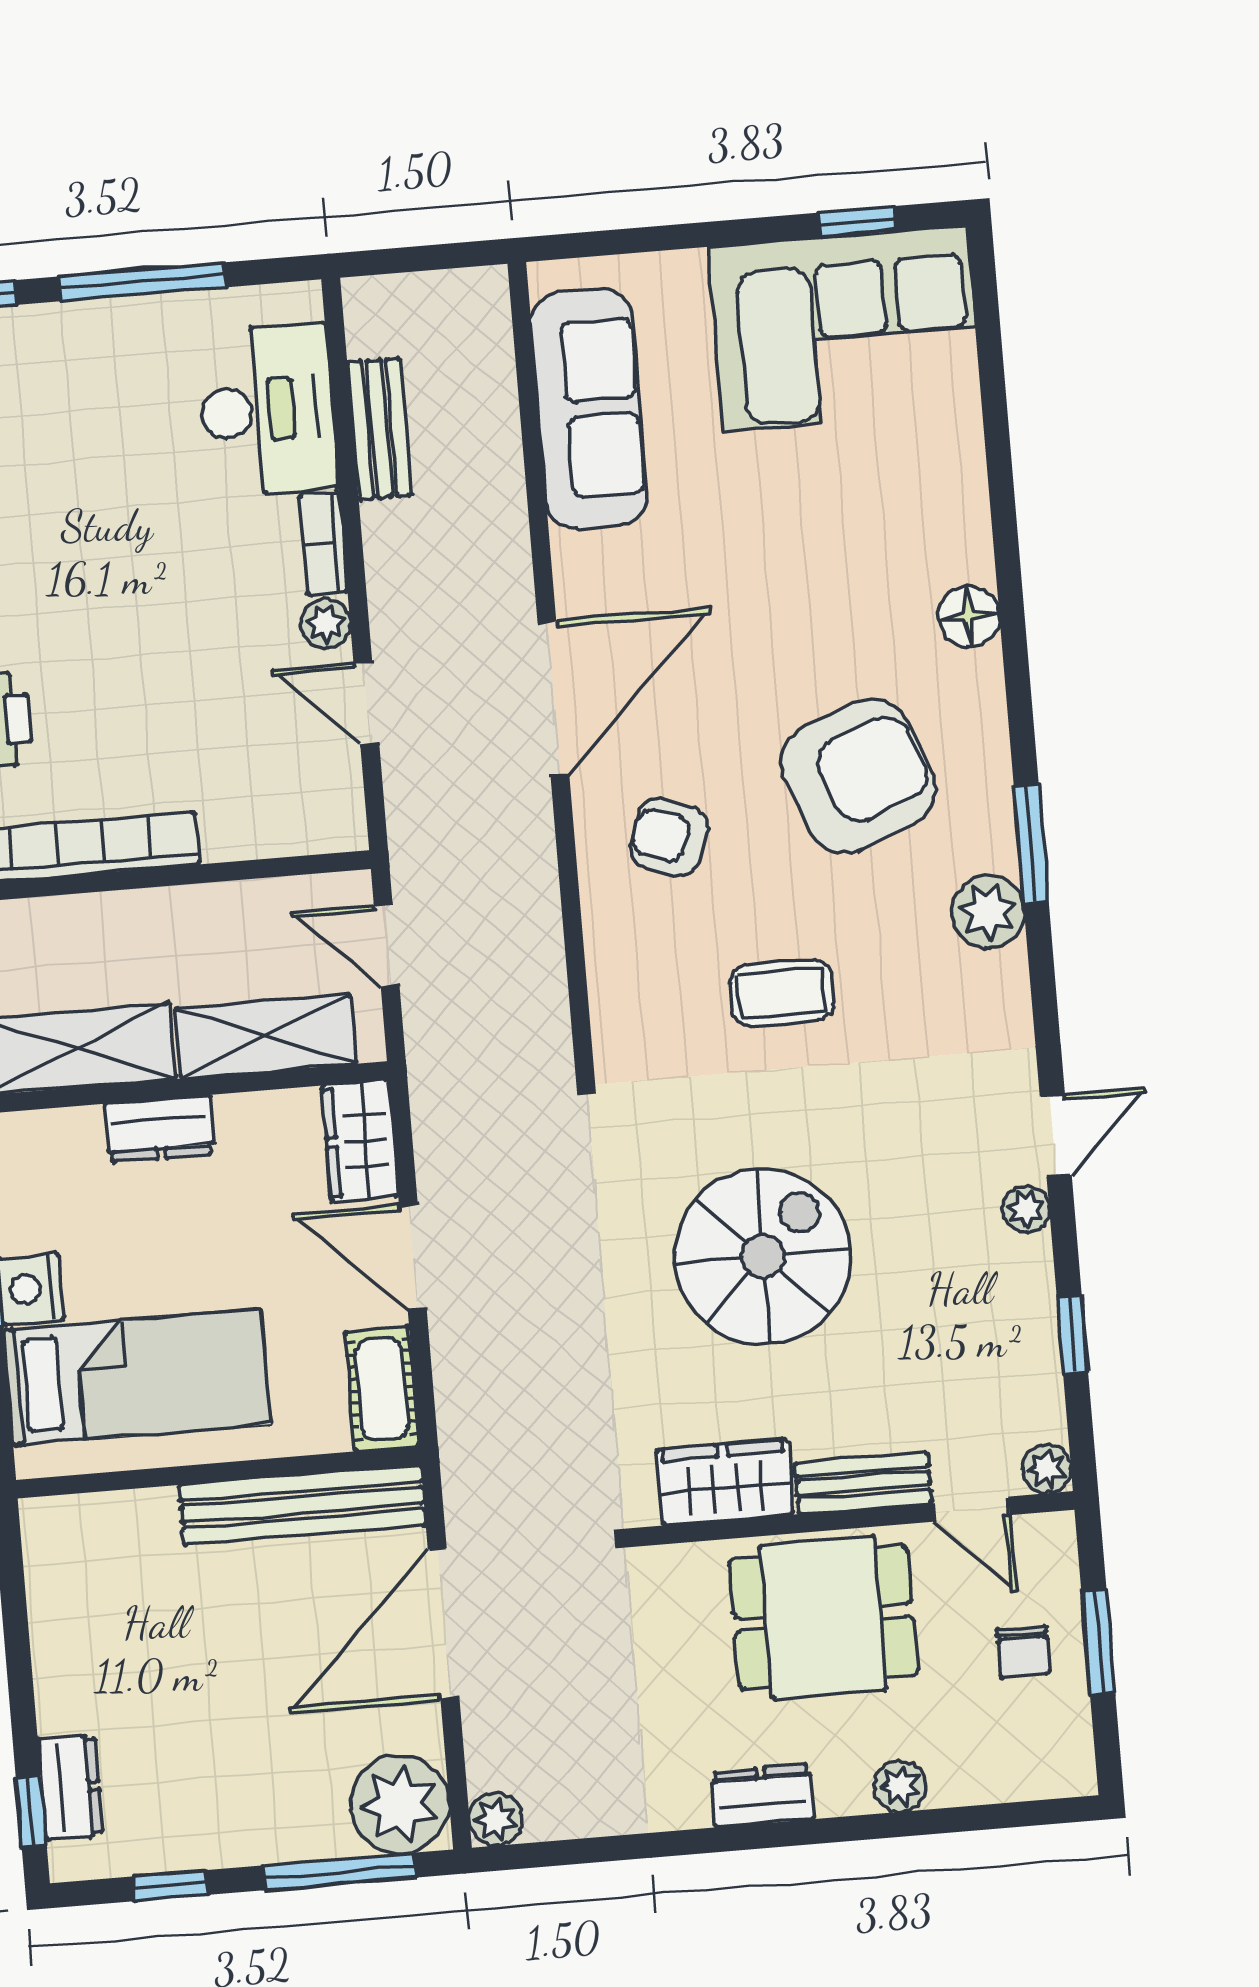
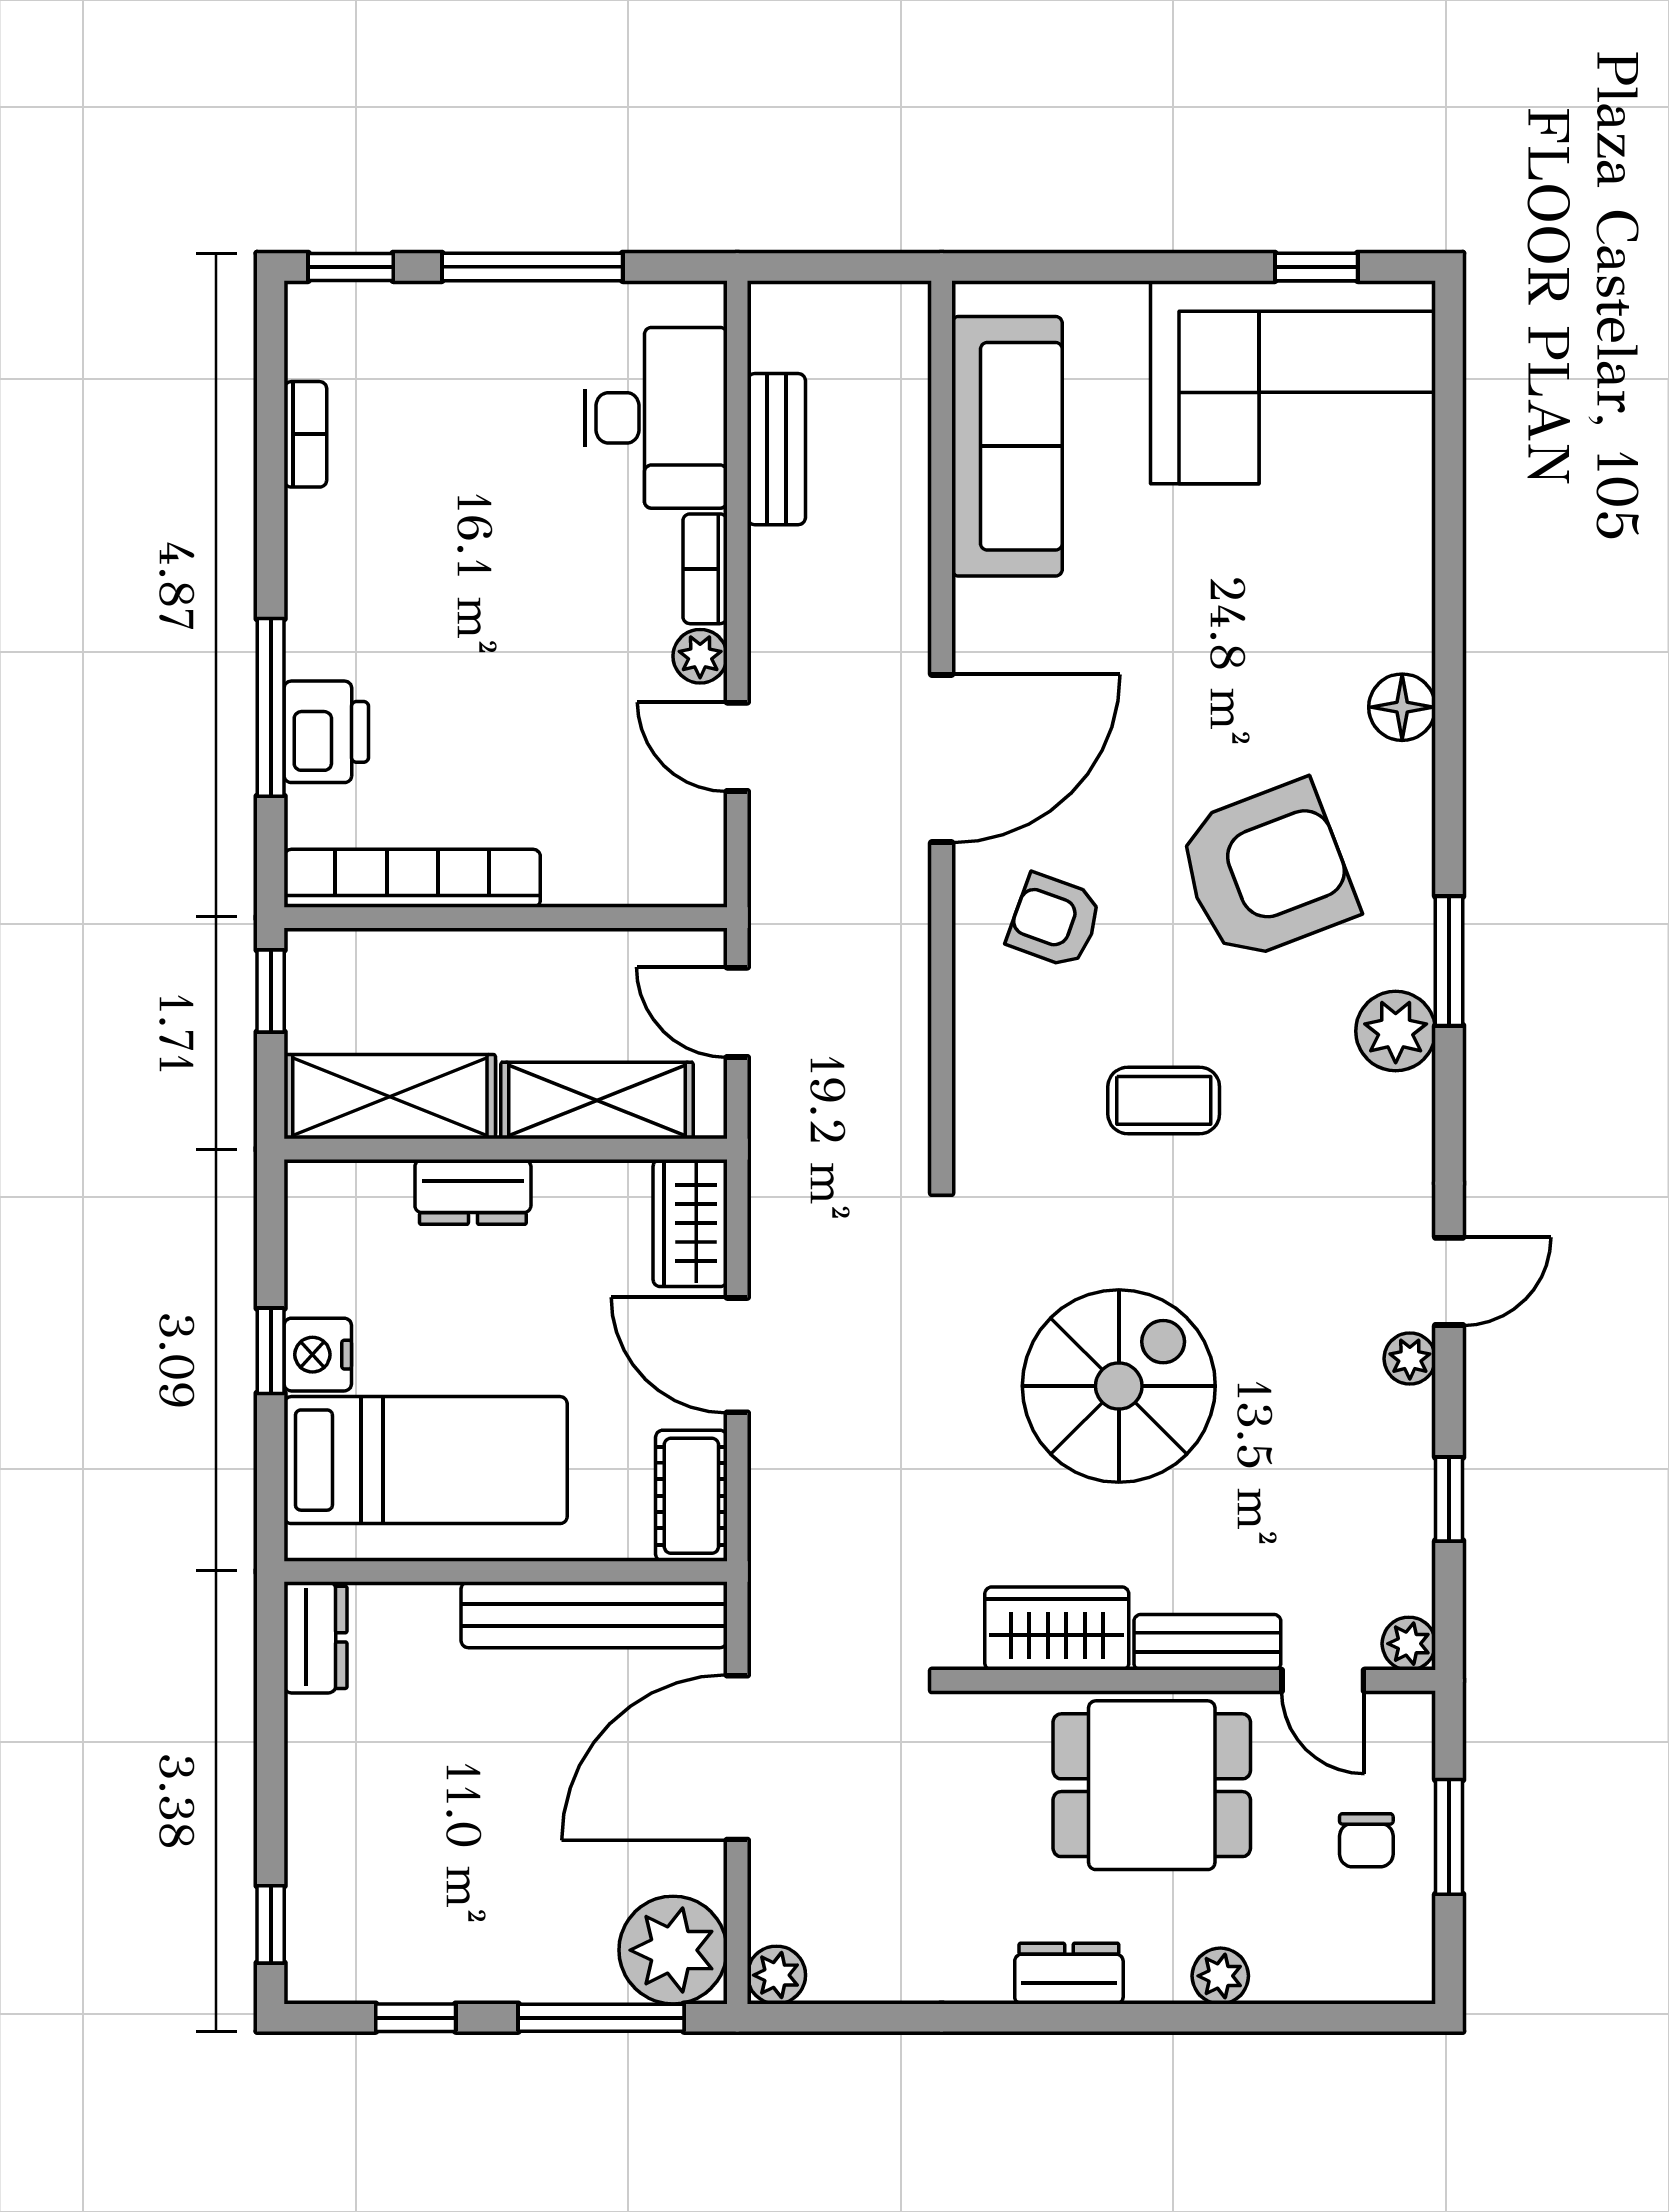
dresser: (70, 1787) -> (316, 1637), moved

